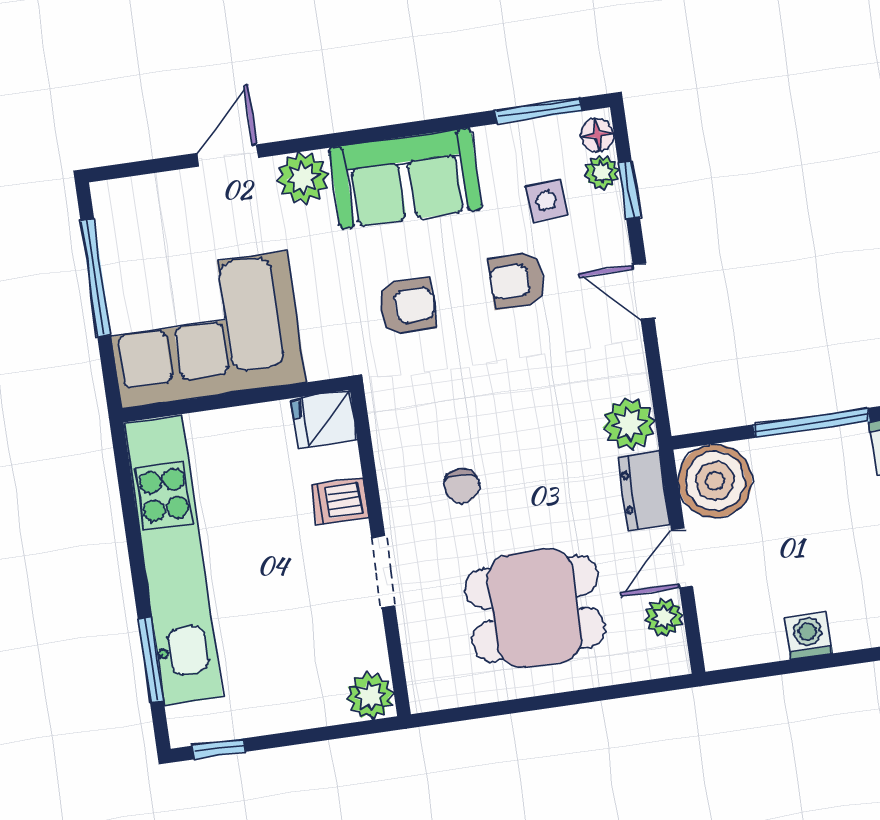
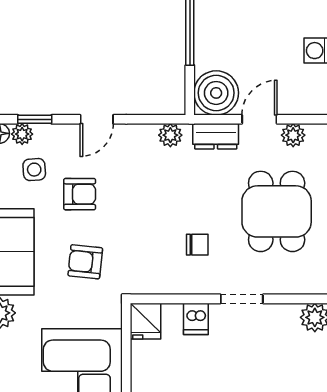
armchair: (517, 281) -> (80, 194), turned -90
armchair: (407, 306) -> (85, 262), turned -84
plant: (629, 424) -> (170, 135), width x0.73, depth x0.73
door: (682, 558) -> (259, 119), swing flipped

